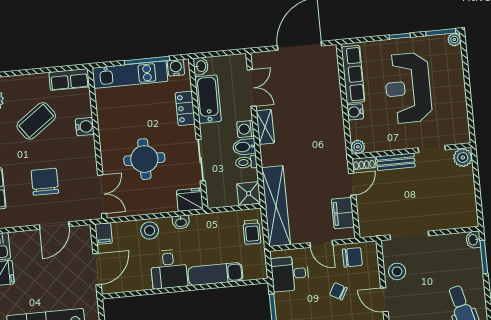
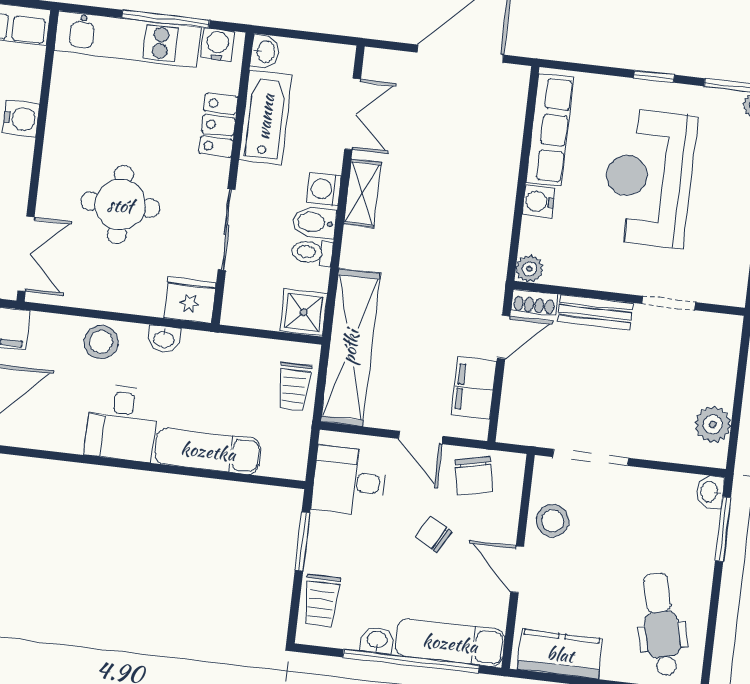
plant: (463, 158) -> (713, 424), moved
chair: (352, 257) -> (474, 476), turned 78

